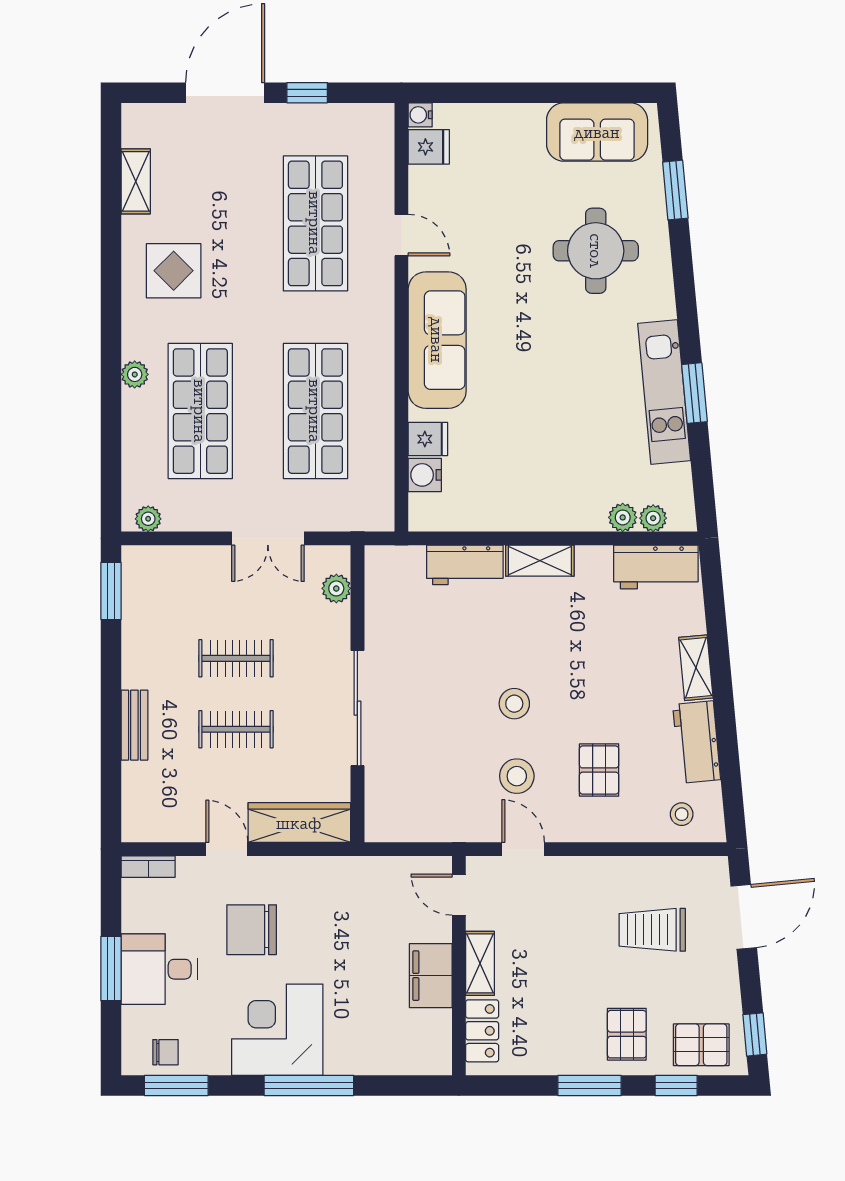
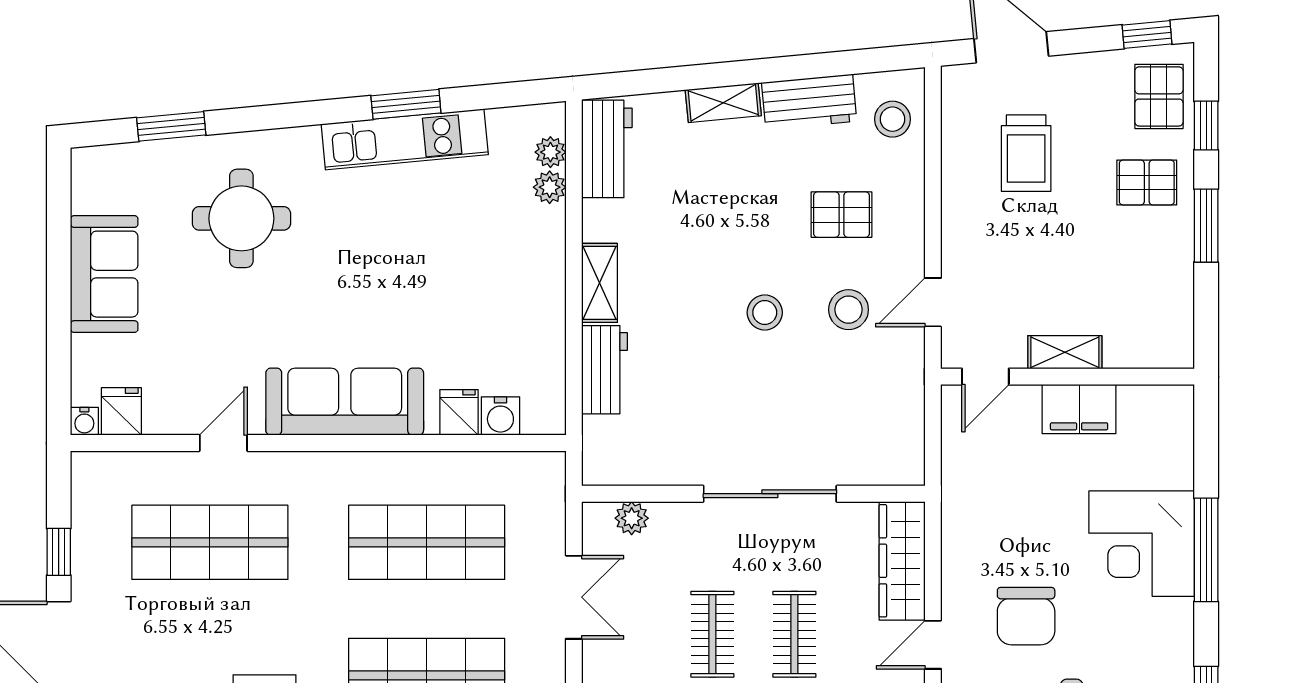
sofa: (597, 132) -> (104, 274), moved
stool: (682, 814) -> (892, 119), width x1.37, depth x1.37
corner desk: (277, 1030) -> (1142, 544), moved
locker: (482, 1031) -> (1143, 350), removed

